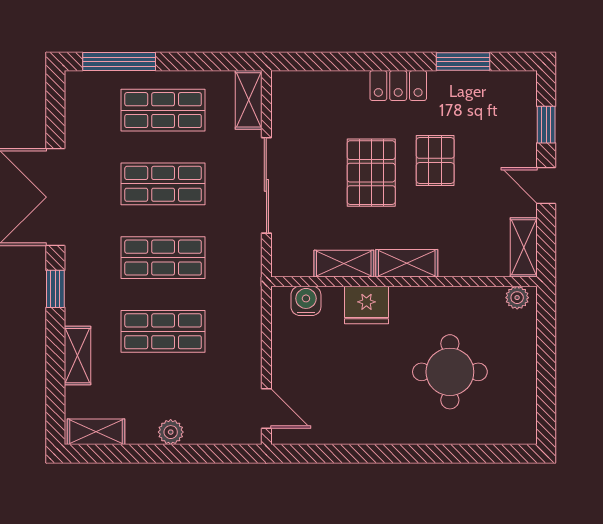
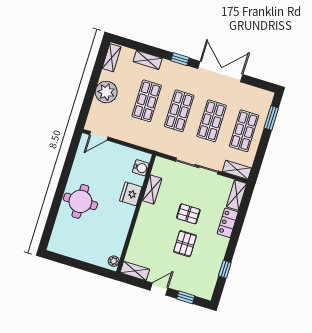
window: (119, 62) -> (271, 118), width x0.69
window: (463, 62) -> (225, 269), width x0.67
locker: (398, 86) -> (228, 223), moved
pallet: (435, 160) -> (185, 244), turned 90
pallet: (371, 173) -> (188, 214), width x0.67, depth x0.71
shelving: (407, 263) -> (237, 195), moved
round table: (450, 372) -> (80, 201), moved
plant: (171, 432) -> (106, 92), width x1.87, depth x1.87

